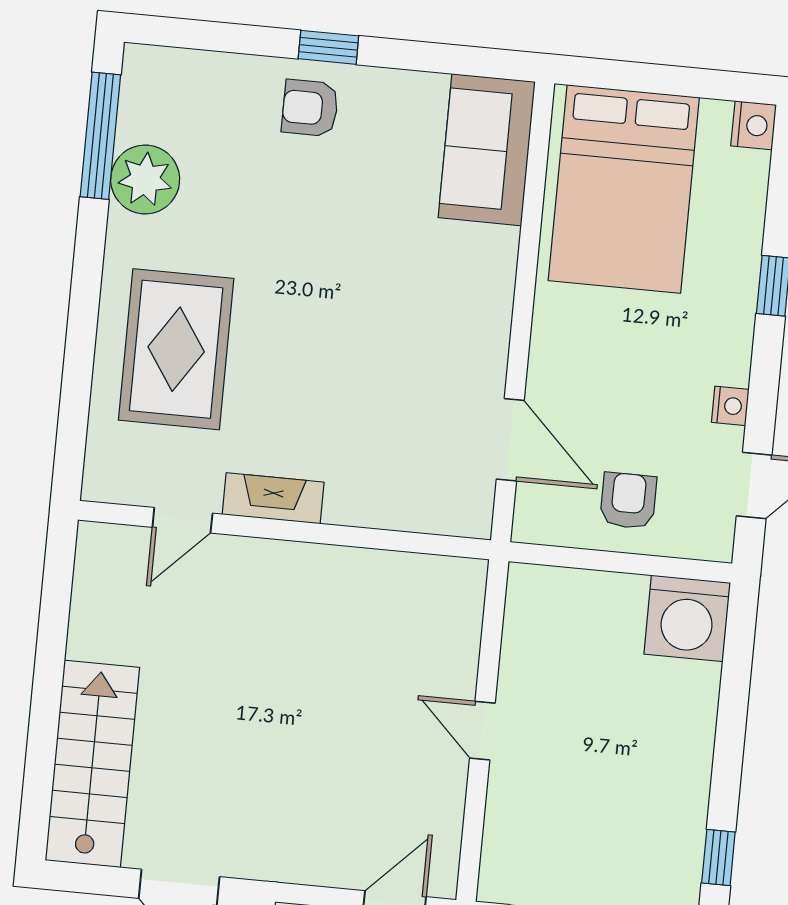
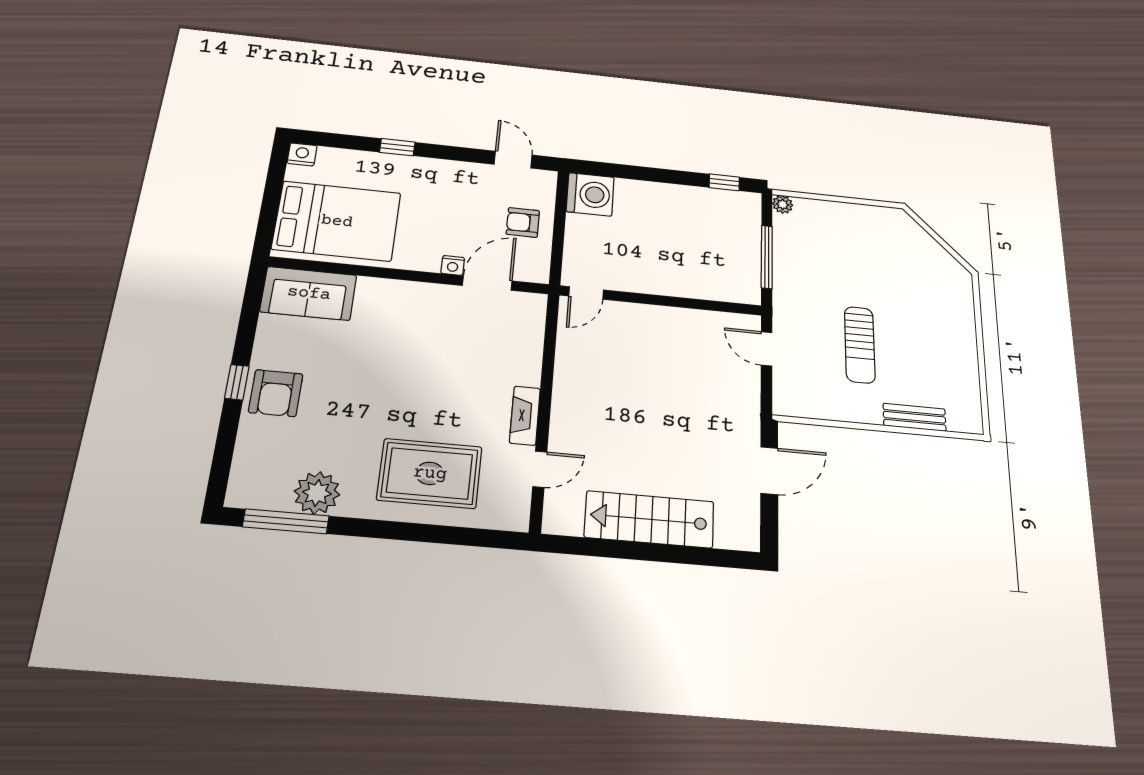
armchair: (310, 108) -> (276, 393), width x1.38, depth x1.38
nightstand: (730, 406) -> (453, 265), moved, turned 180
door: (182, 520) -> (540, 469), hinge flipped
door: (482, 731) -> (586, 293), moved
stairs: (92, 764) -> (649, 519), moved

